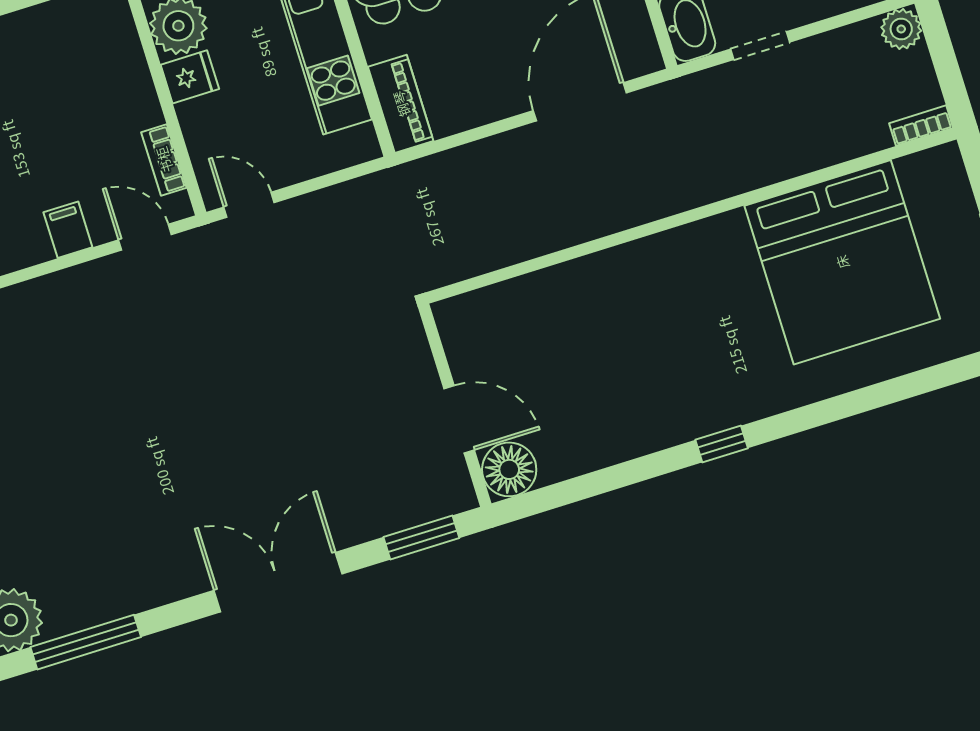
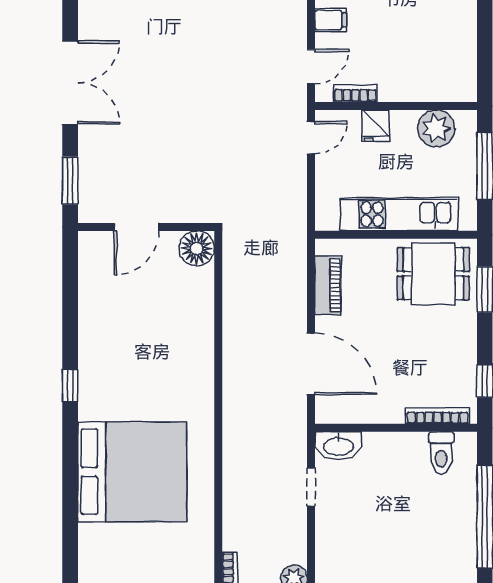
fridge: (190, 77) -> (376, 126), moved
piano: (401, 104) -> (328, 285), moved, turned -90
bed: (842, 262) -> (132, 472), moved, turned 180
floor lamp: (509, 469) -> (197, 248), moved

